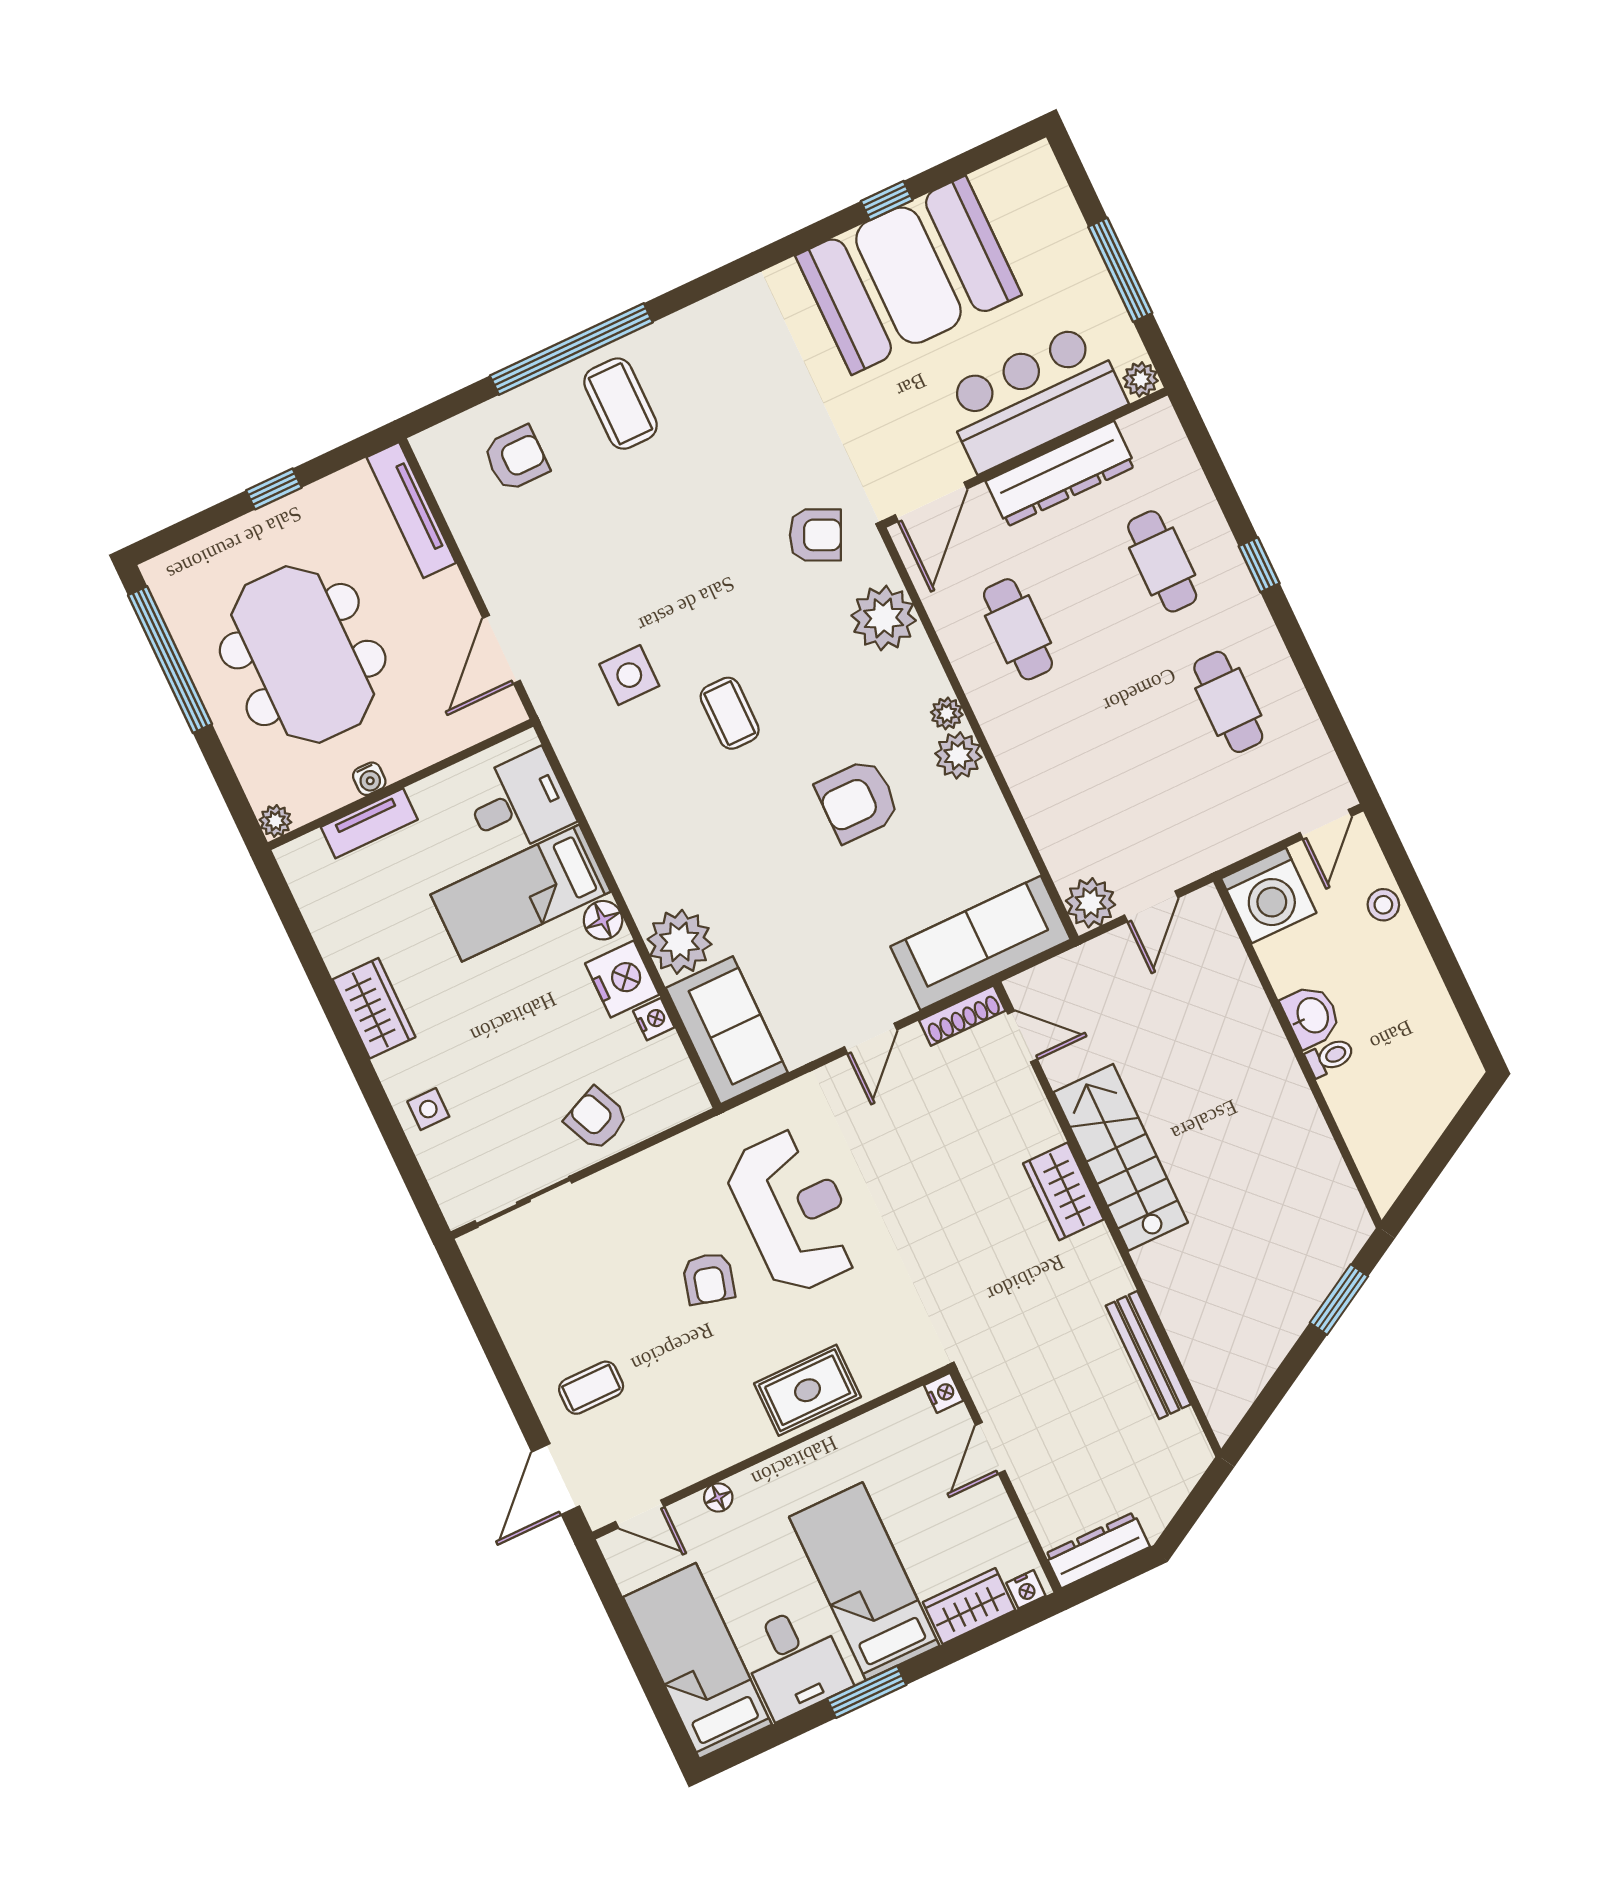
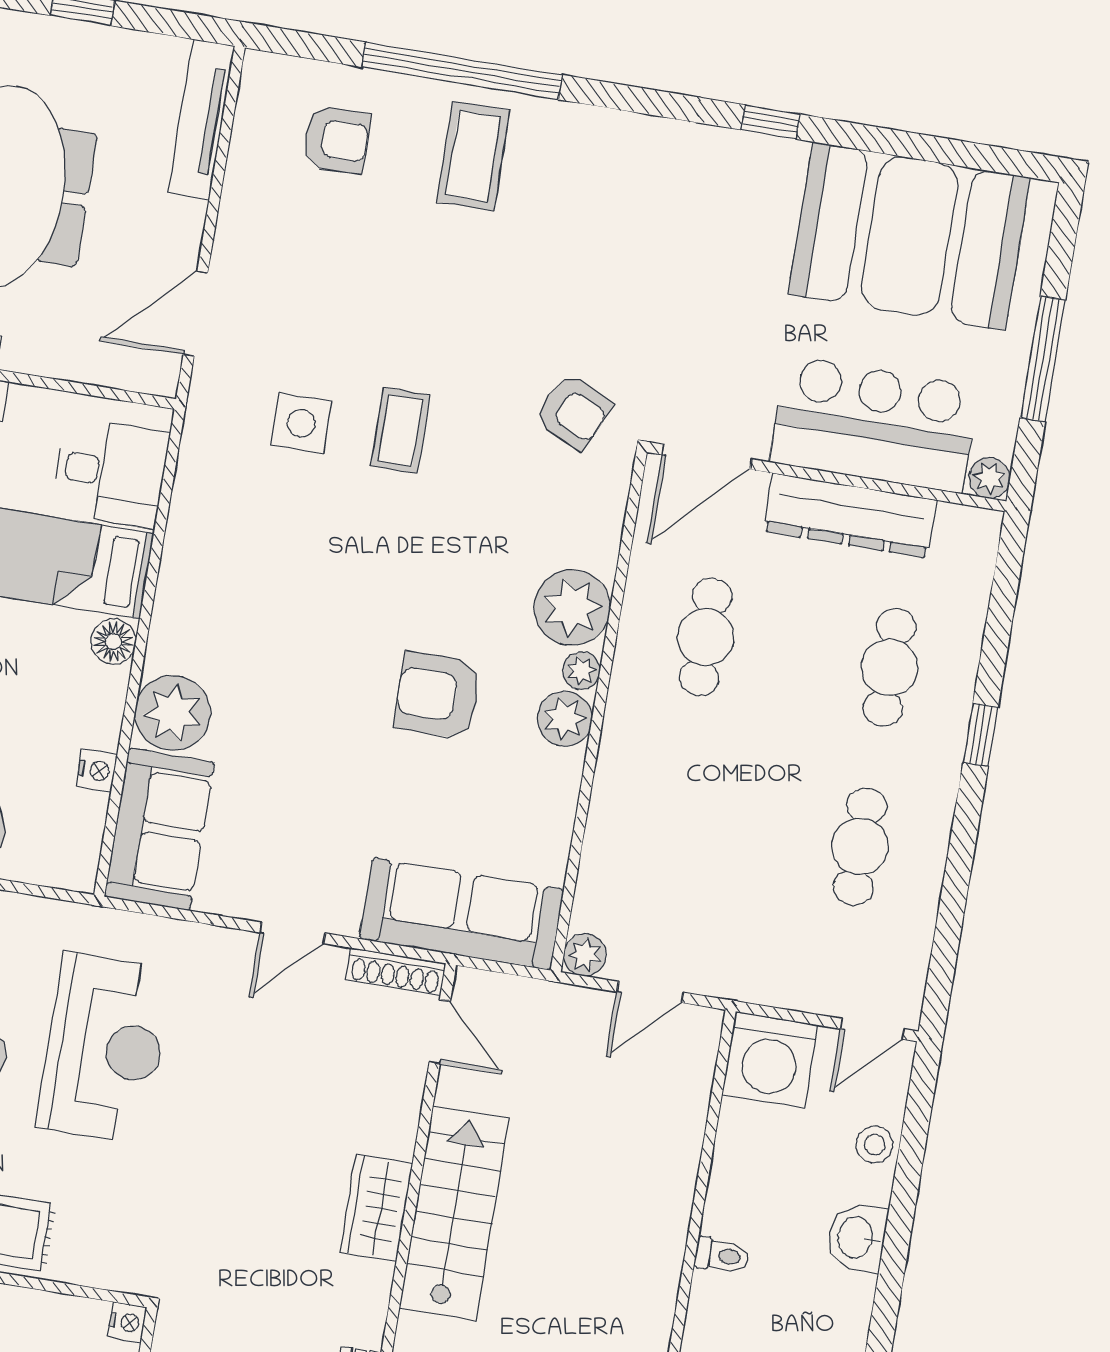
window: (887, 201) -> (771, 122), moved
booth: (908, 275) -> (909, 236), moved
plant: (884, 618) -> (572, 608), moved
coffee table: (730, 713) -> (400, 430), moved
plant: (1091, 903) -> (585, 955), width x0.73, depth x0.73
nightstand: (622, 979) -> (93, 711), removed
washbasin: (1312, 1016) -> (857, 1238), moved, turned 180

